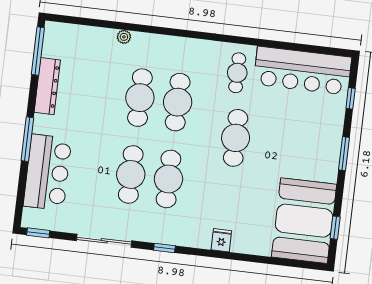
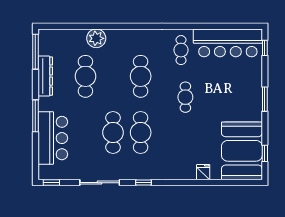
plant: (124, 37) -> (96, 38), width x1.88, depth x1.88
cafe table: (140, 98) -> (85, 76), moved
window: (351, 98) -> (265, 48), moved
cafe table: (236, 138) -> (185, 97), width x0.73, depth x0.74
fridge: (221, 240) -> (203, 172), moved

